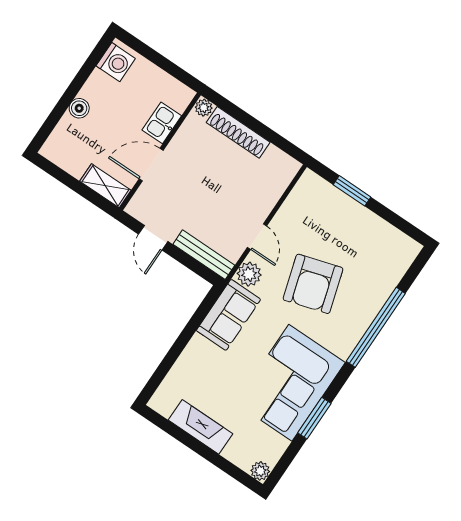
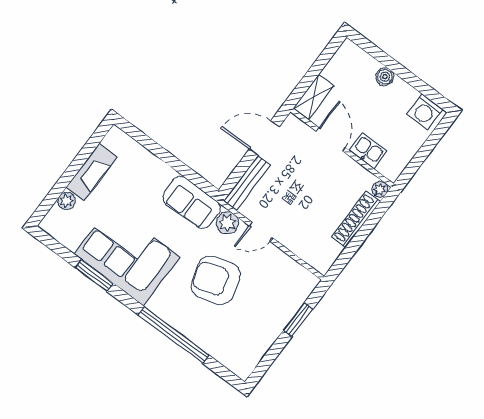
door: (153, 238) -> (264, 138), width x1.38
plant: (260, 471) -> (67, 201), moved

